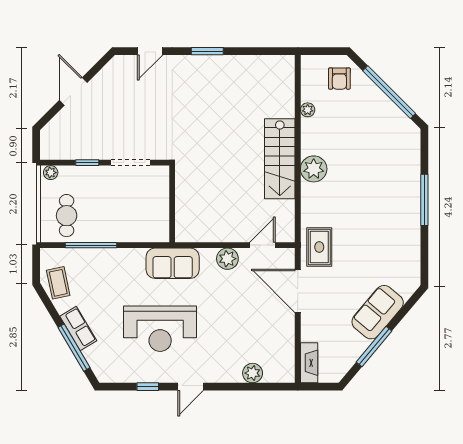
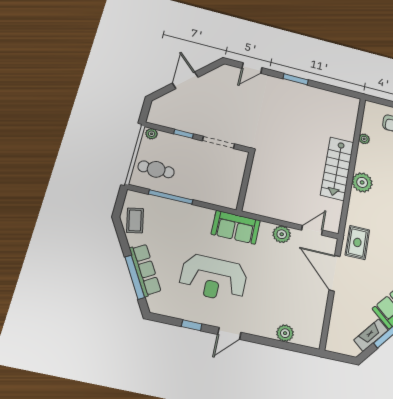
cafe table: (67, 216) -> (156, 169), turned 90
row of seats: (78, 328) -> (145, 270), width x1.48
fireplace: (309, 363) -> (371, 335), moved, turned -140

